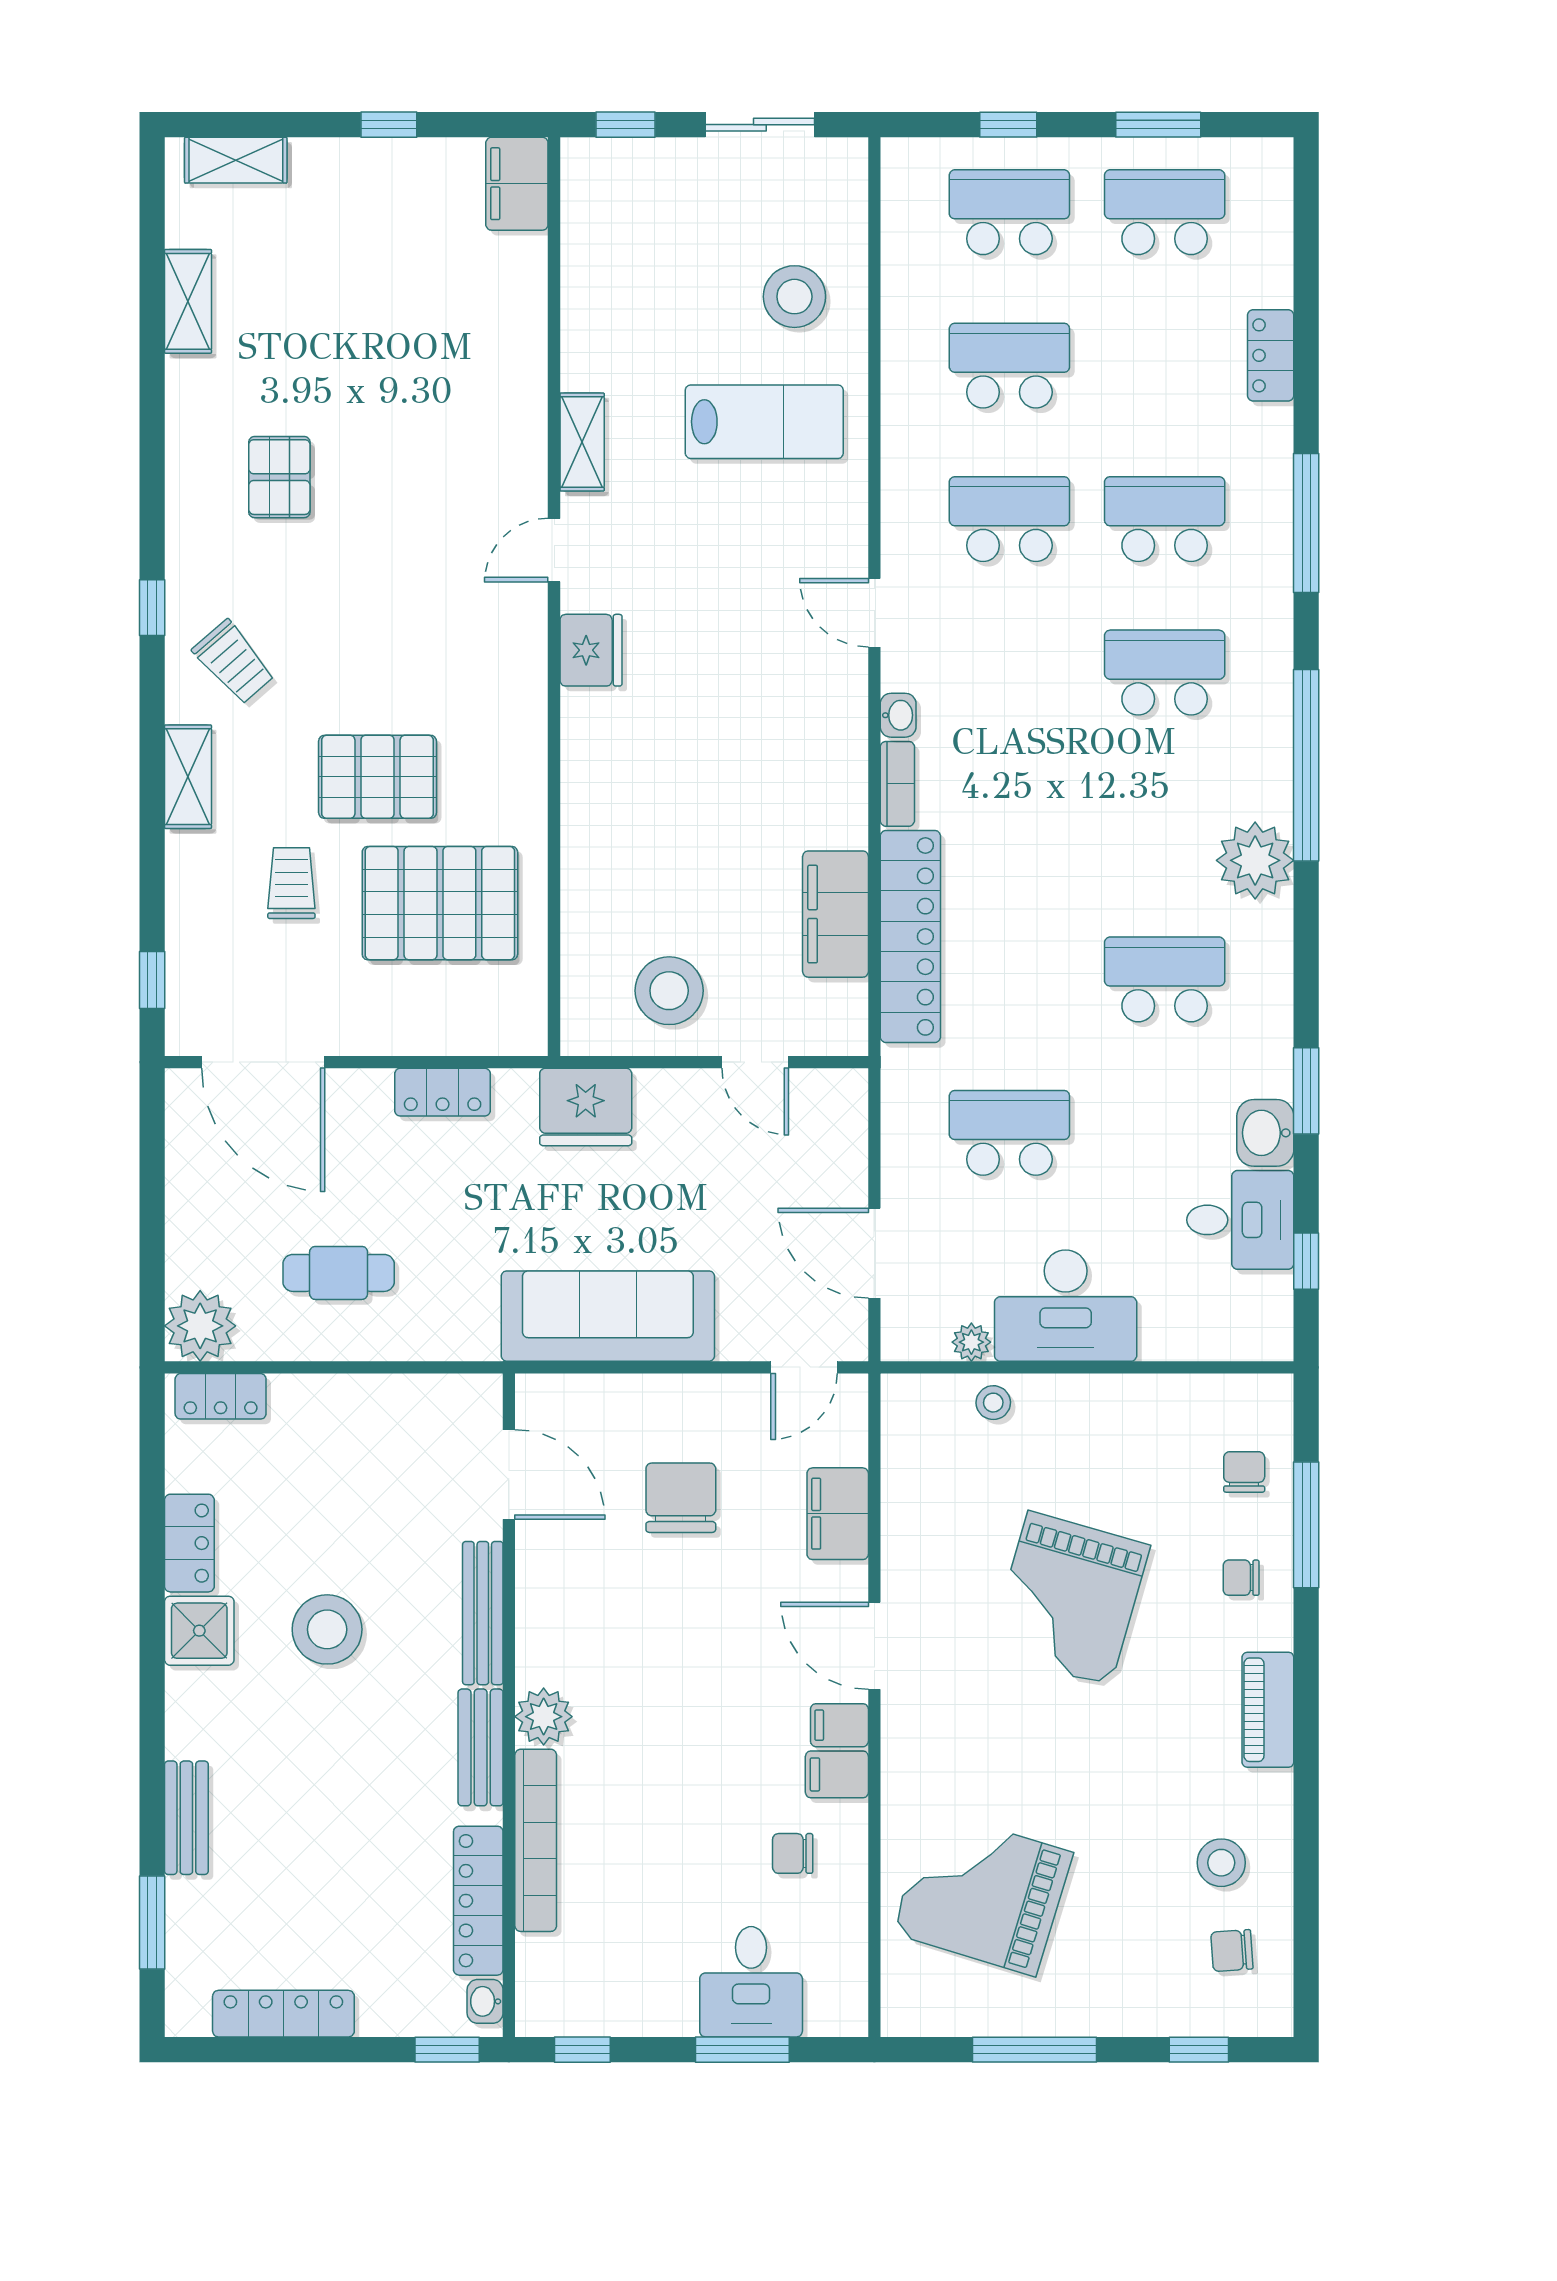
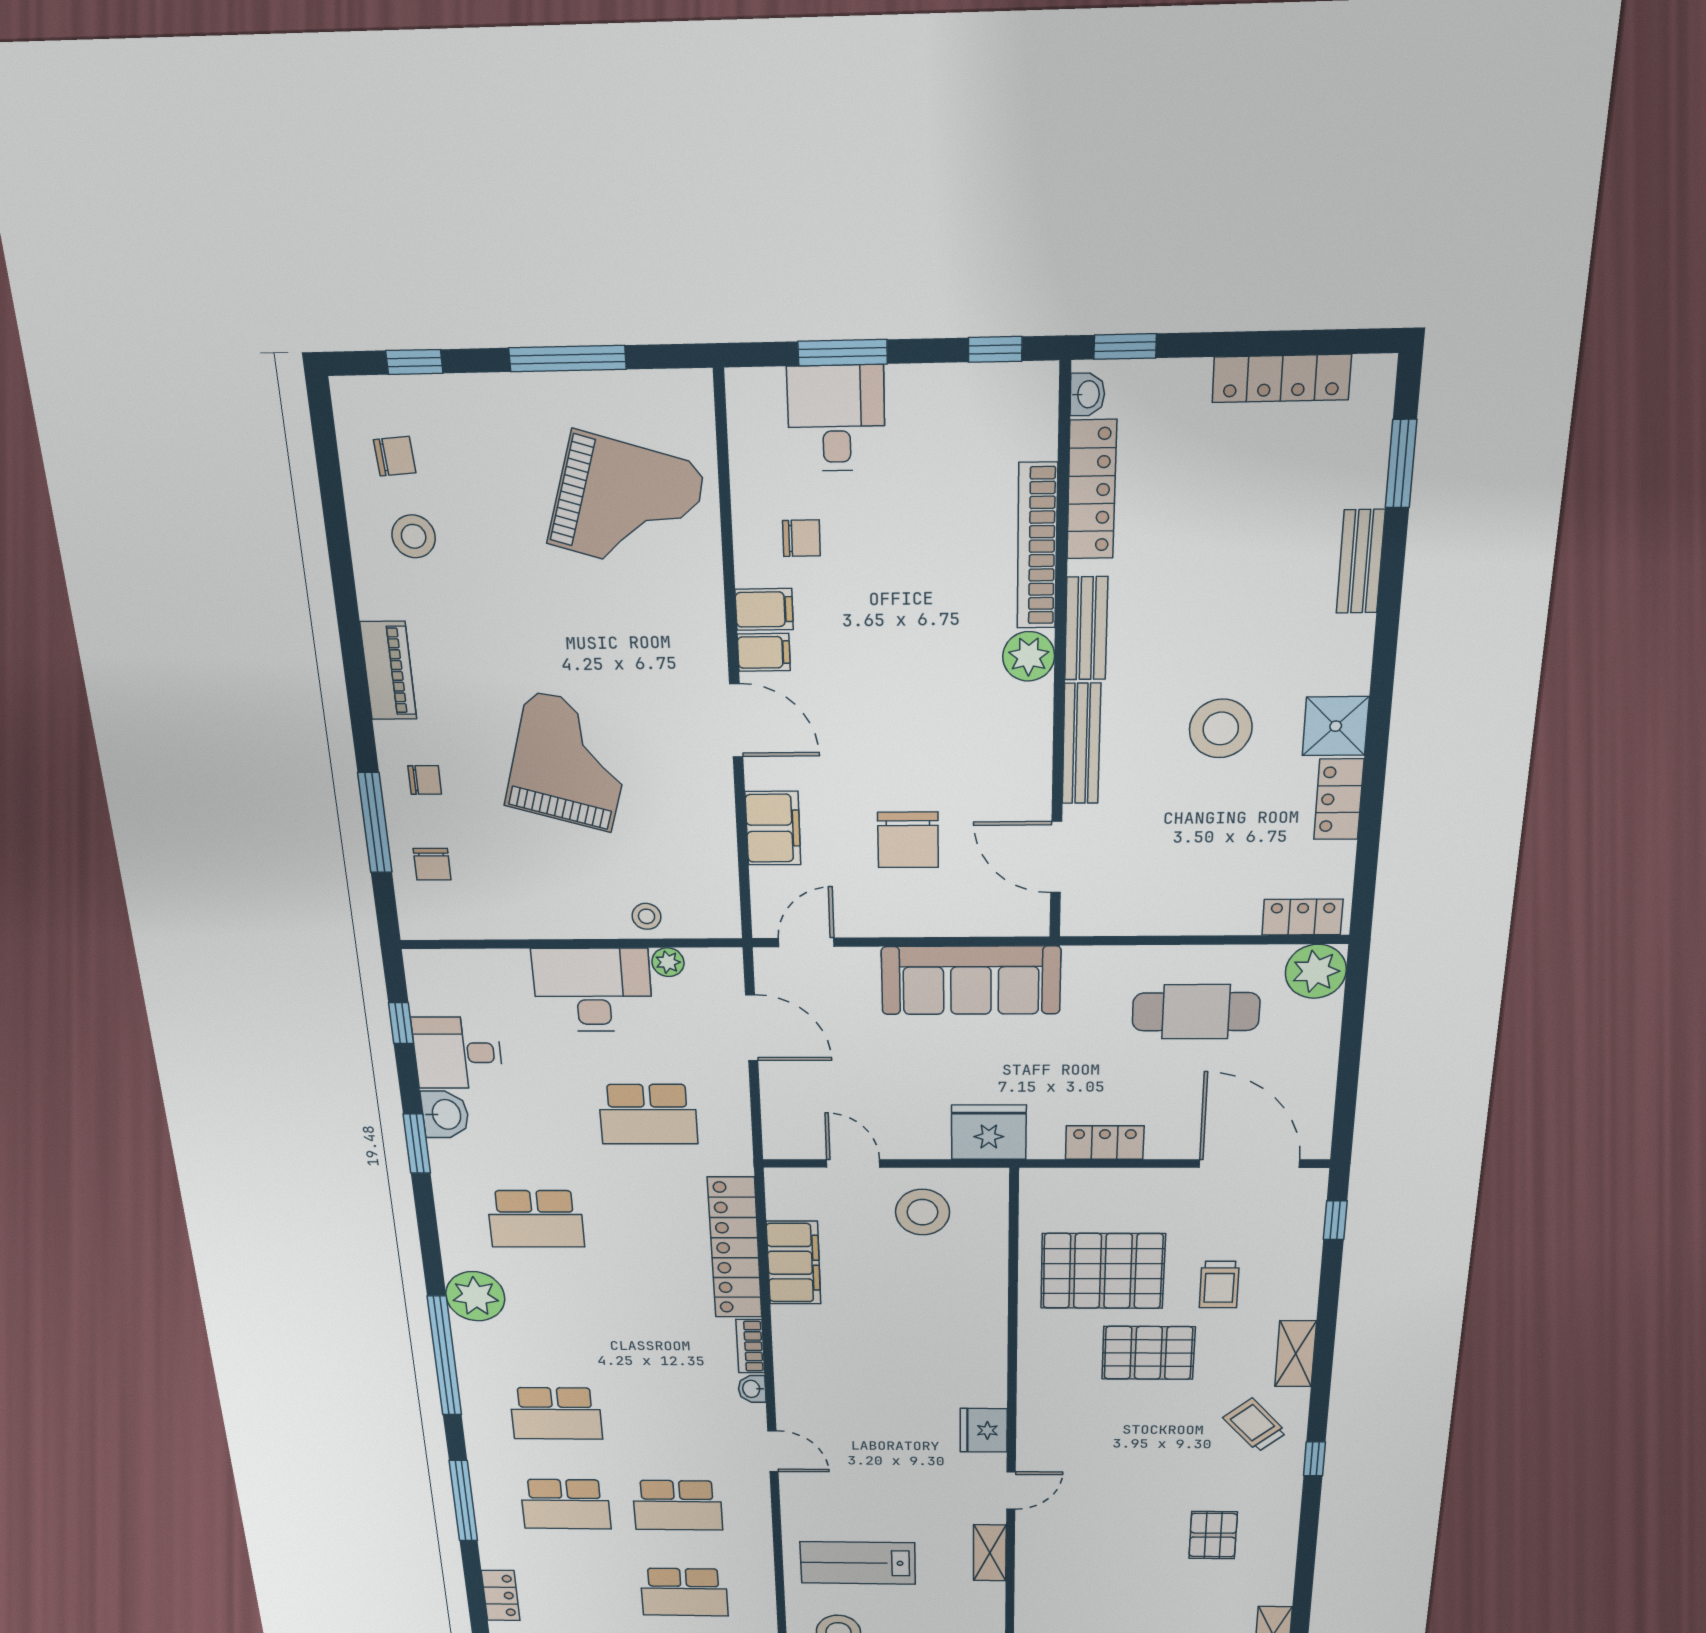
cafe table: (339, 1273) -> (1196, 1012), width x1.37, depth x1.35

